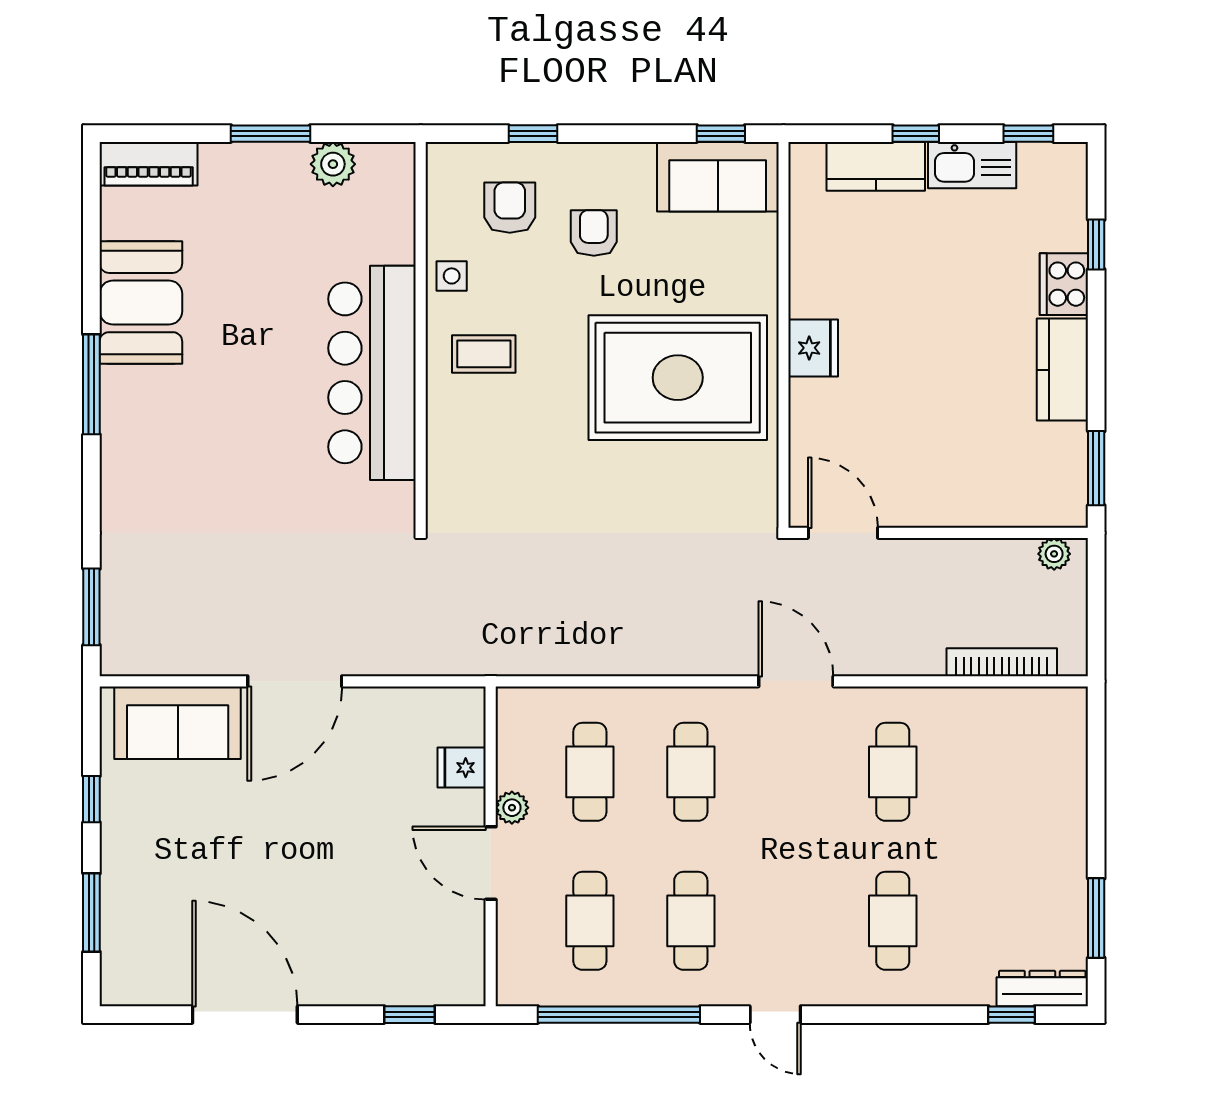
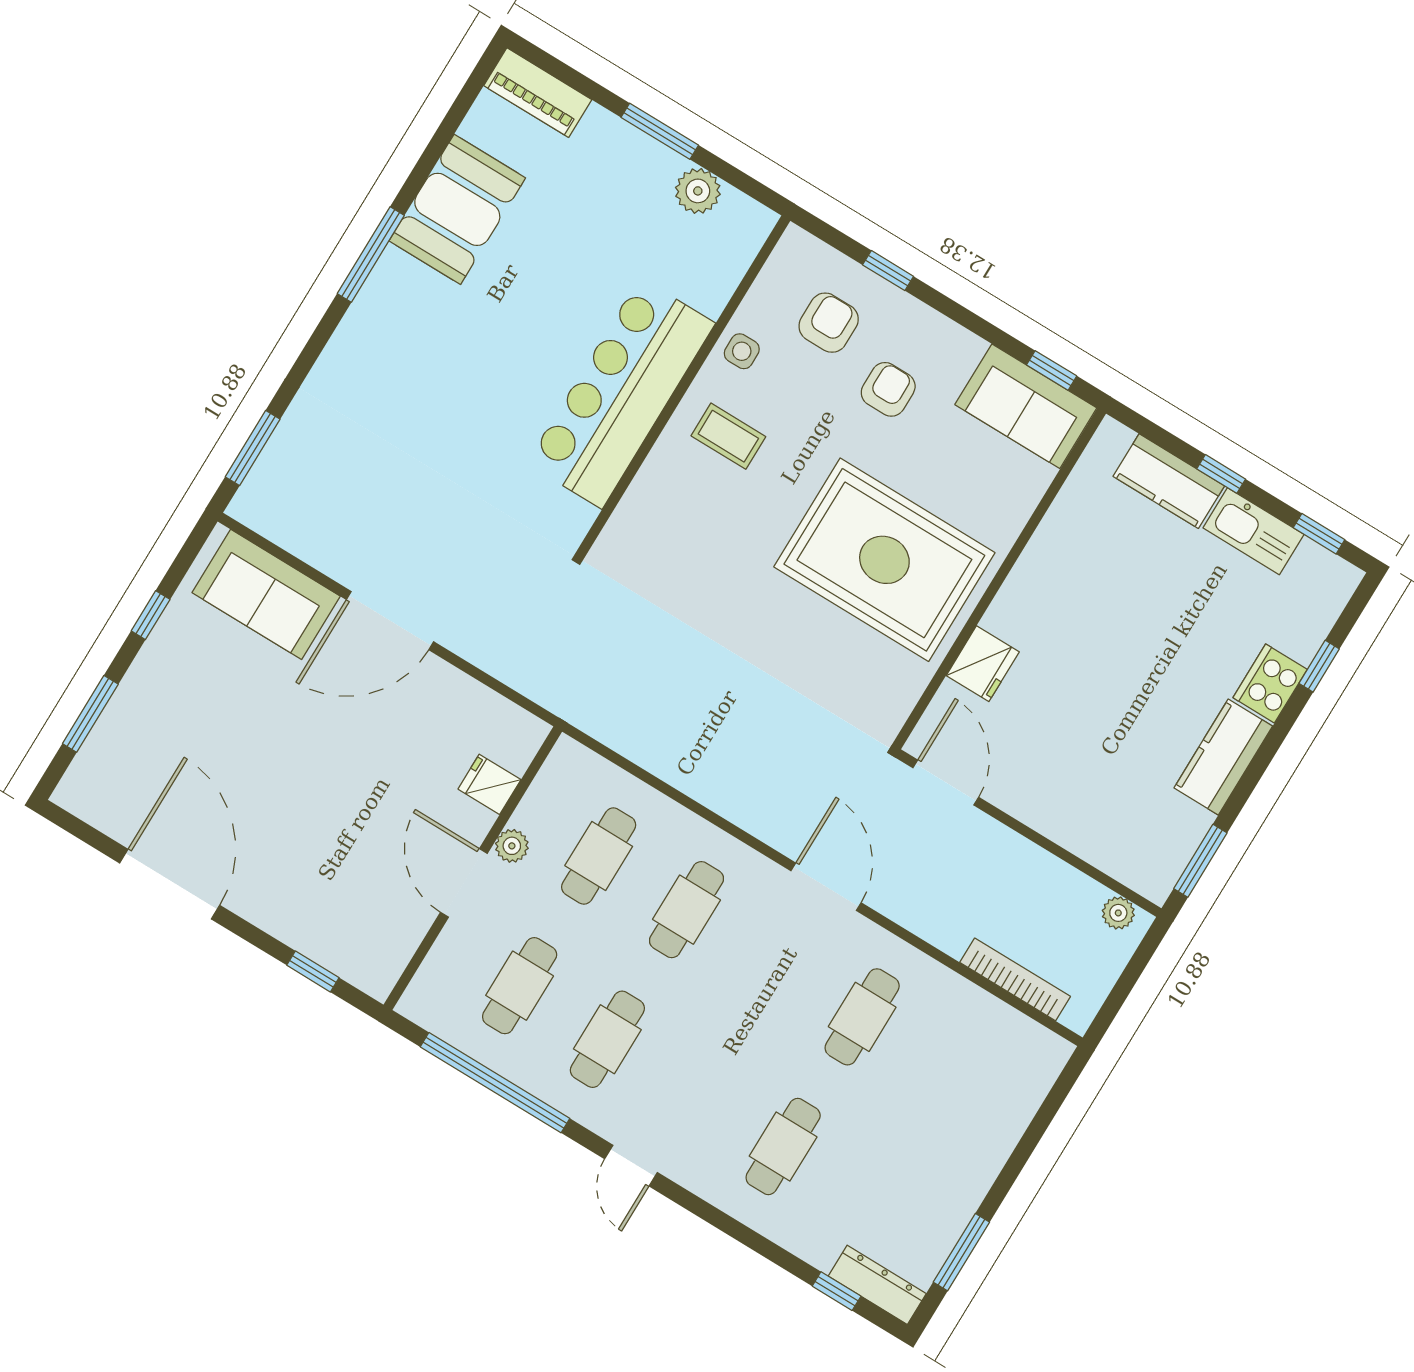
fridge: (813, 348) -> (983, 664), moved

